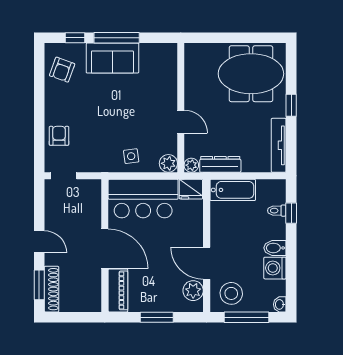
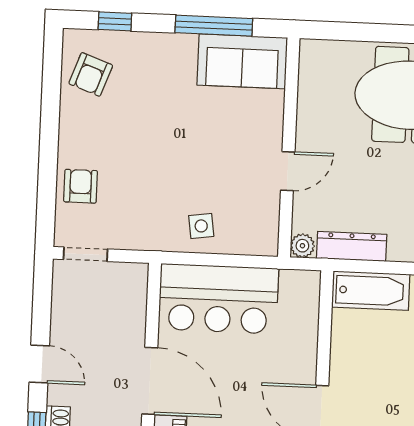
window: (117, 38) -> (214, 26), moved
sofa: (112, 58) -> (242, 61), moved
door: (181, 122) -> (288, 171), hinge flipped
plant: (168, 163) -> (264, 241), removed
fridge: (191, 189) -> (300, 286), removed

